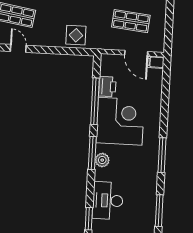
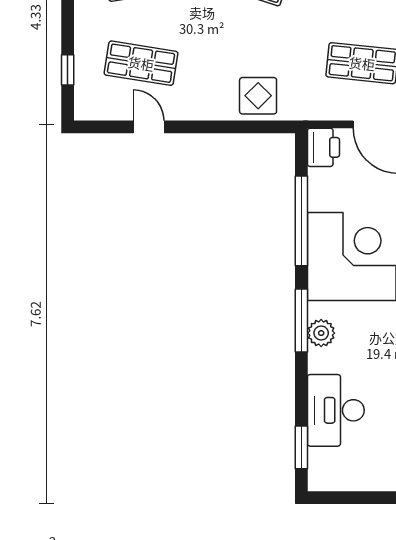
printer: (107, 87) -> (323, 147), moved

